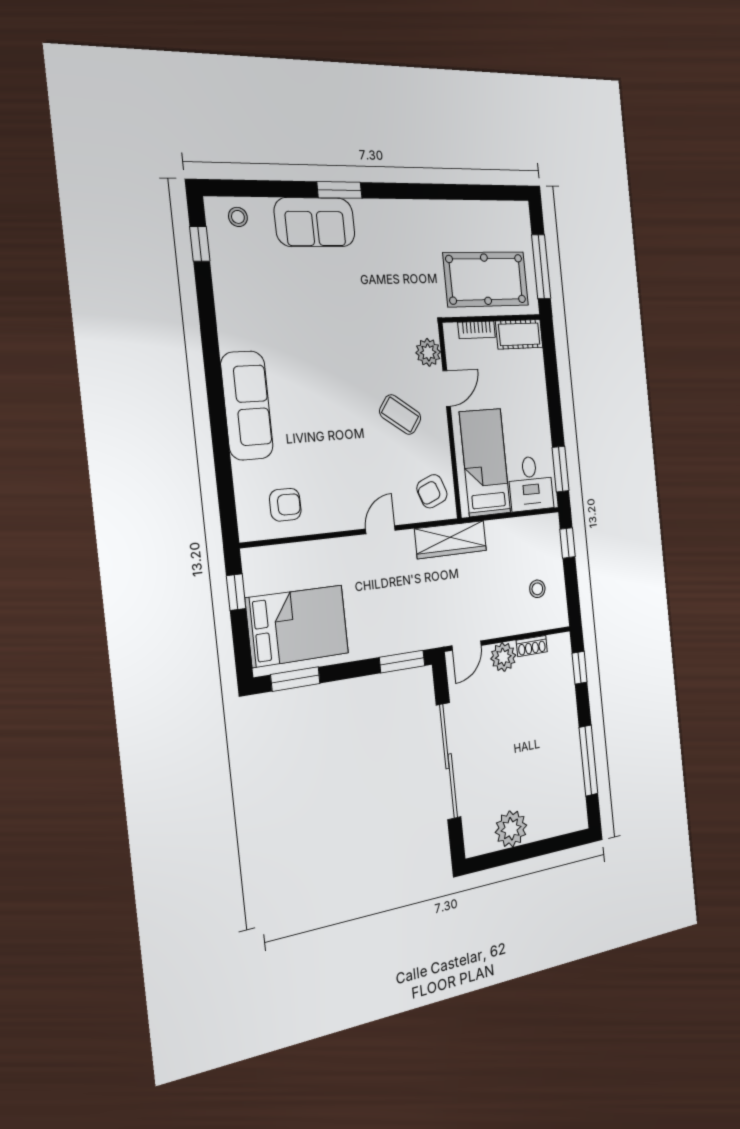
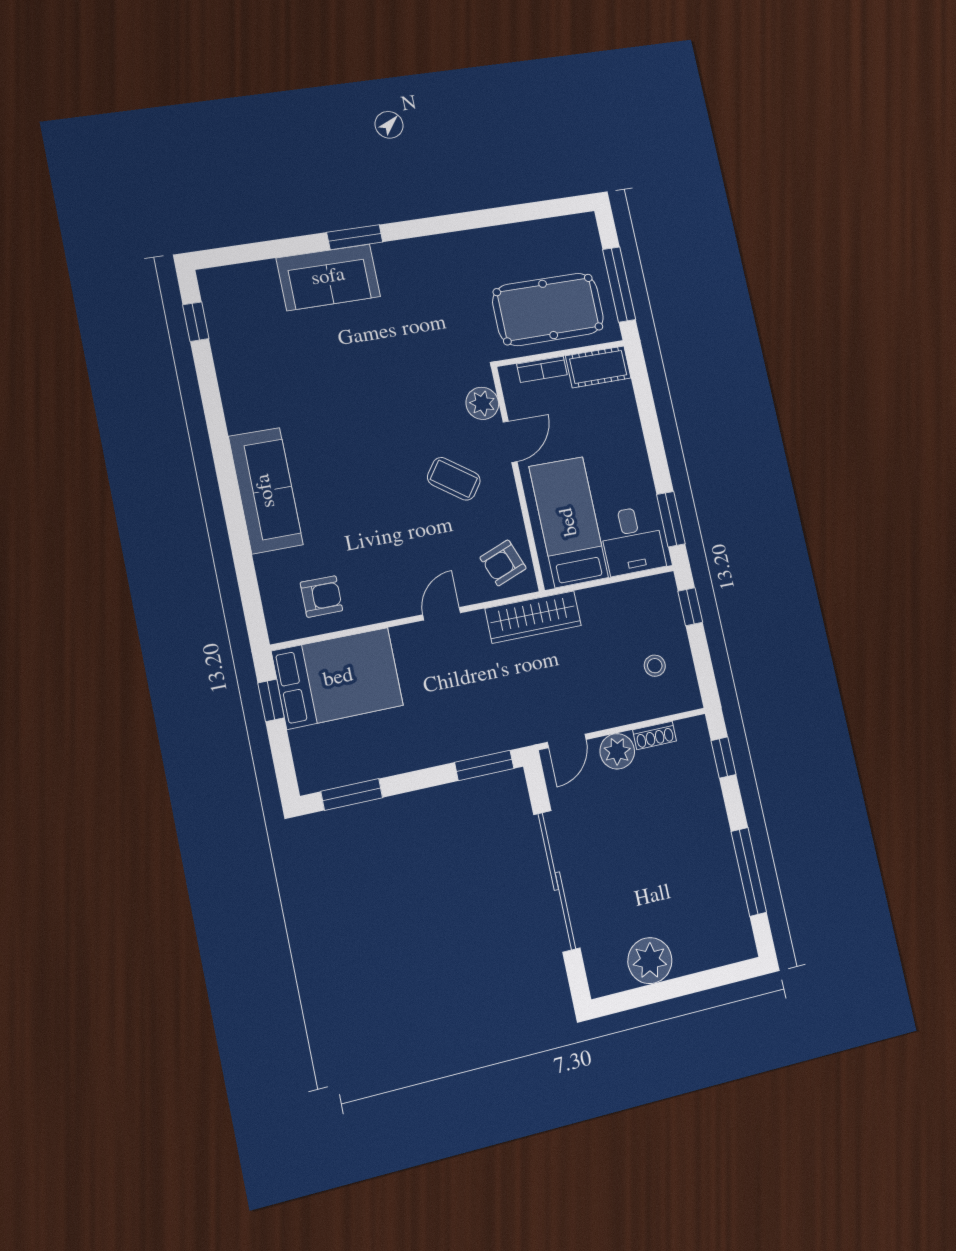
stool: (238, 217) -> (237, 286), removed
bed: (297, 626) -> (338, 678), moved

